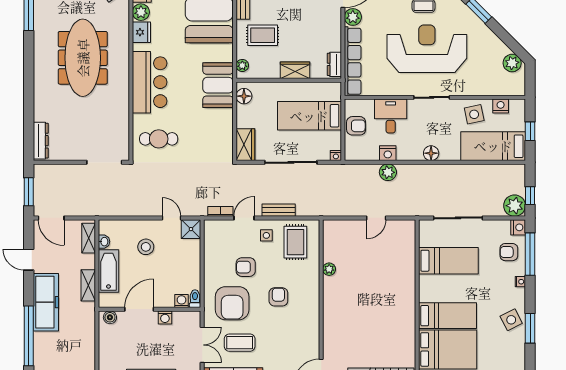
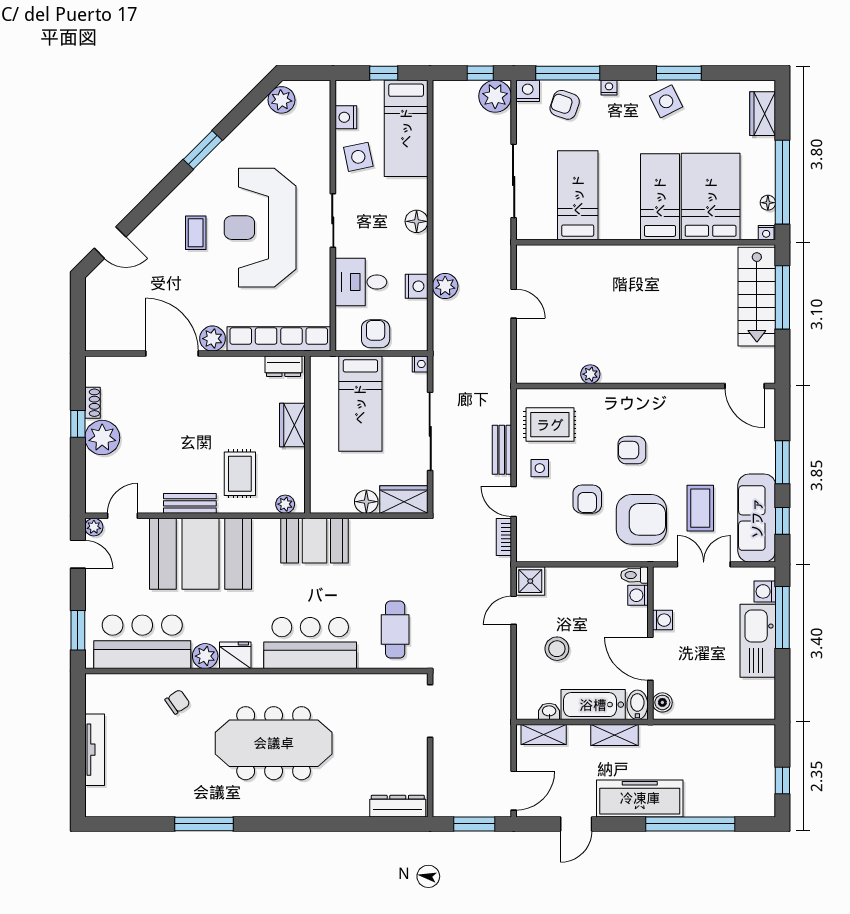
floor lamp: (244, 96) -> (366, 502), moved
armchair: (509, 252) -> (565, 105), turned 109
bidet: (108, 301) -> (637, 705), added

